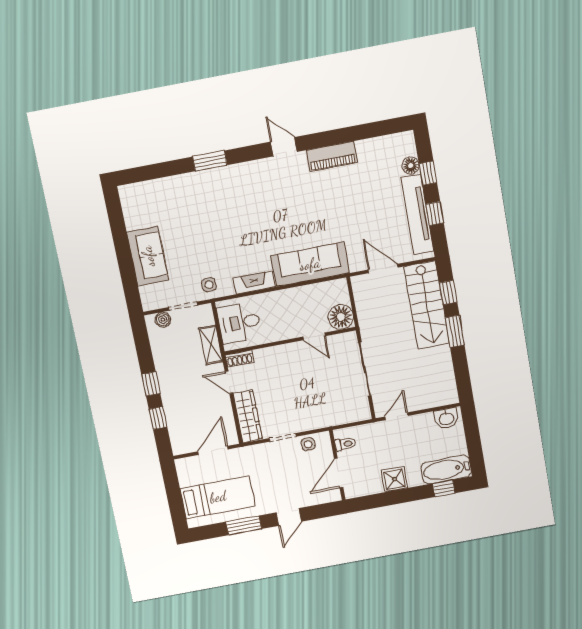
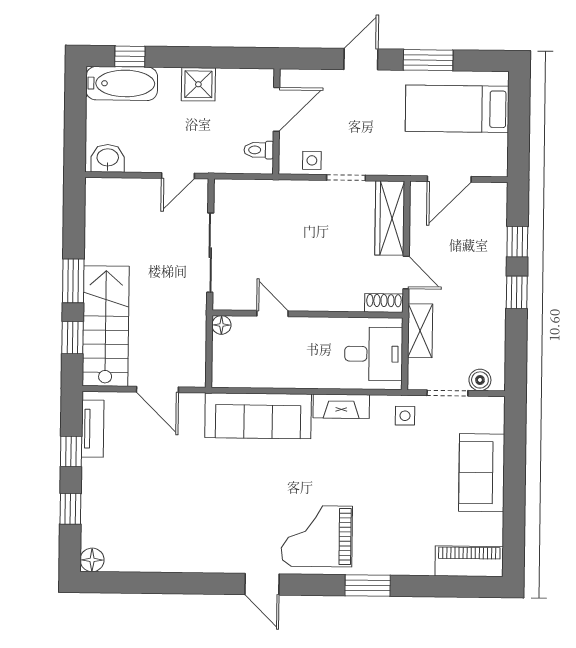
piano: (332, 156) -> (469, 561), moved
floor lamp: (411, 166) -> (92, 560), moved
grand piano: (252, 189) -> (317, 536), added
tv unit: (417, 214) -> (93, 429), width x0.52, depth x0.78
floor lamp: (341, 317) -> (221, 325), width x0.53, depth x0.53

